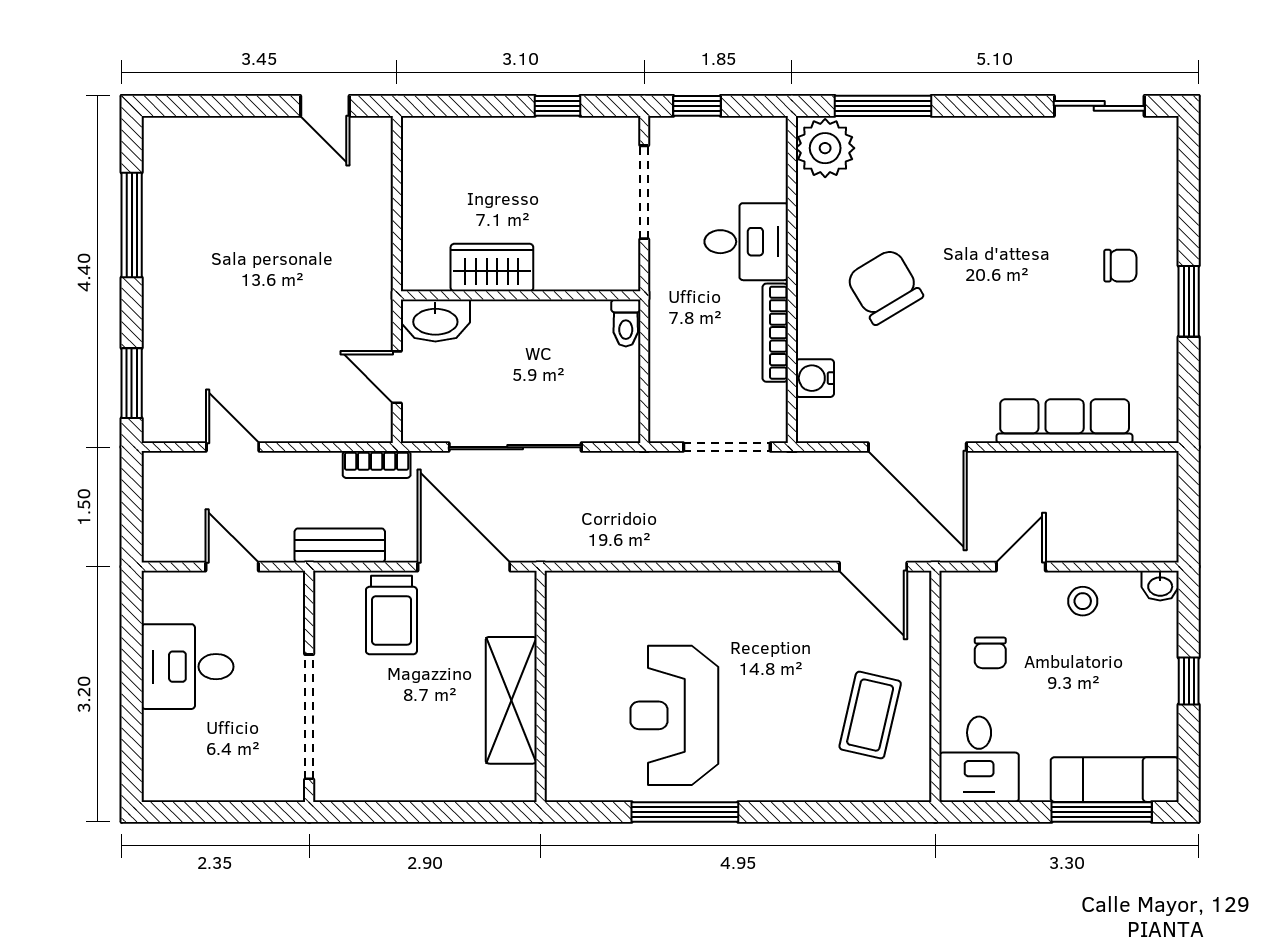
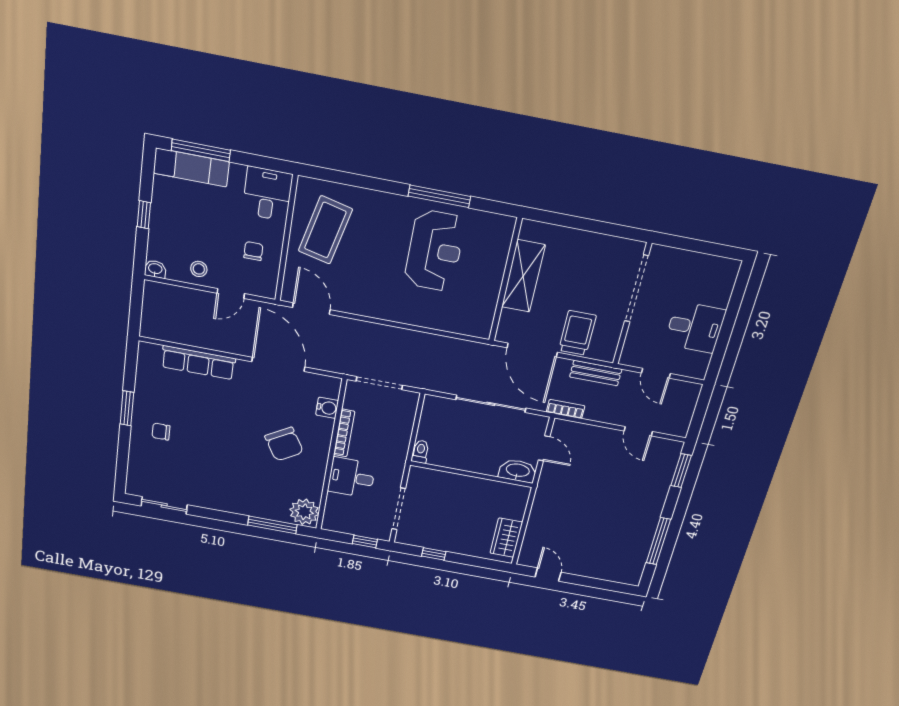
wardrobe: (492, 268) -> (506, 538), moved, turned 90
coffee table: (870, 715) -> (325, 230), width x1.36, depth x1.32

